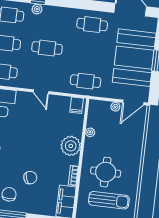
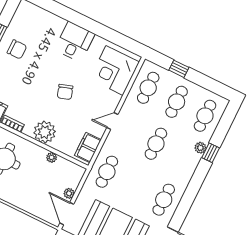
filing cabinet: (77, 105) -> (88, 148), width x2.00
chair: (30, 178) -> (65, 92), moved

